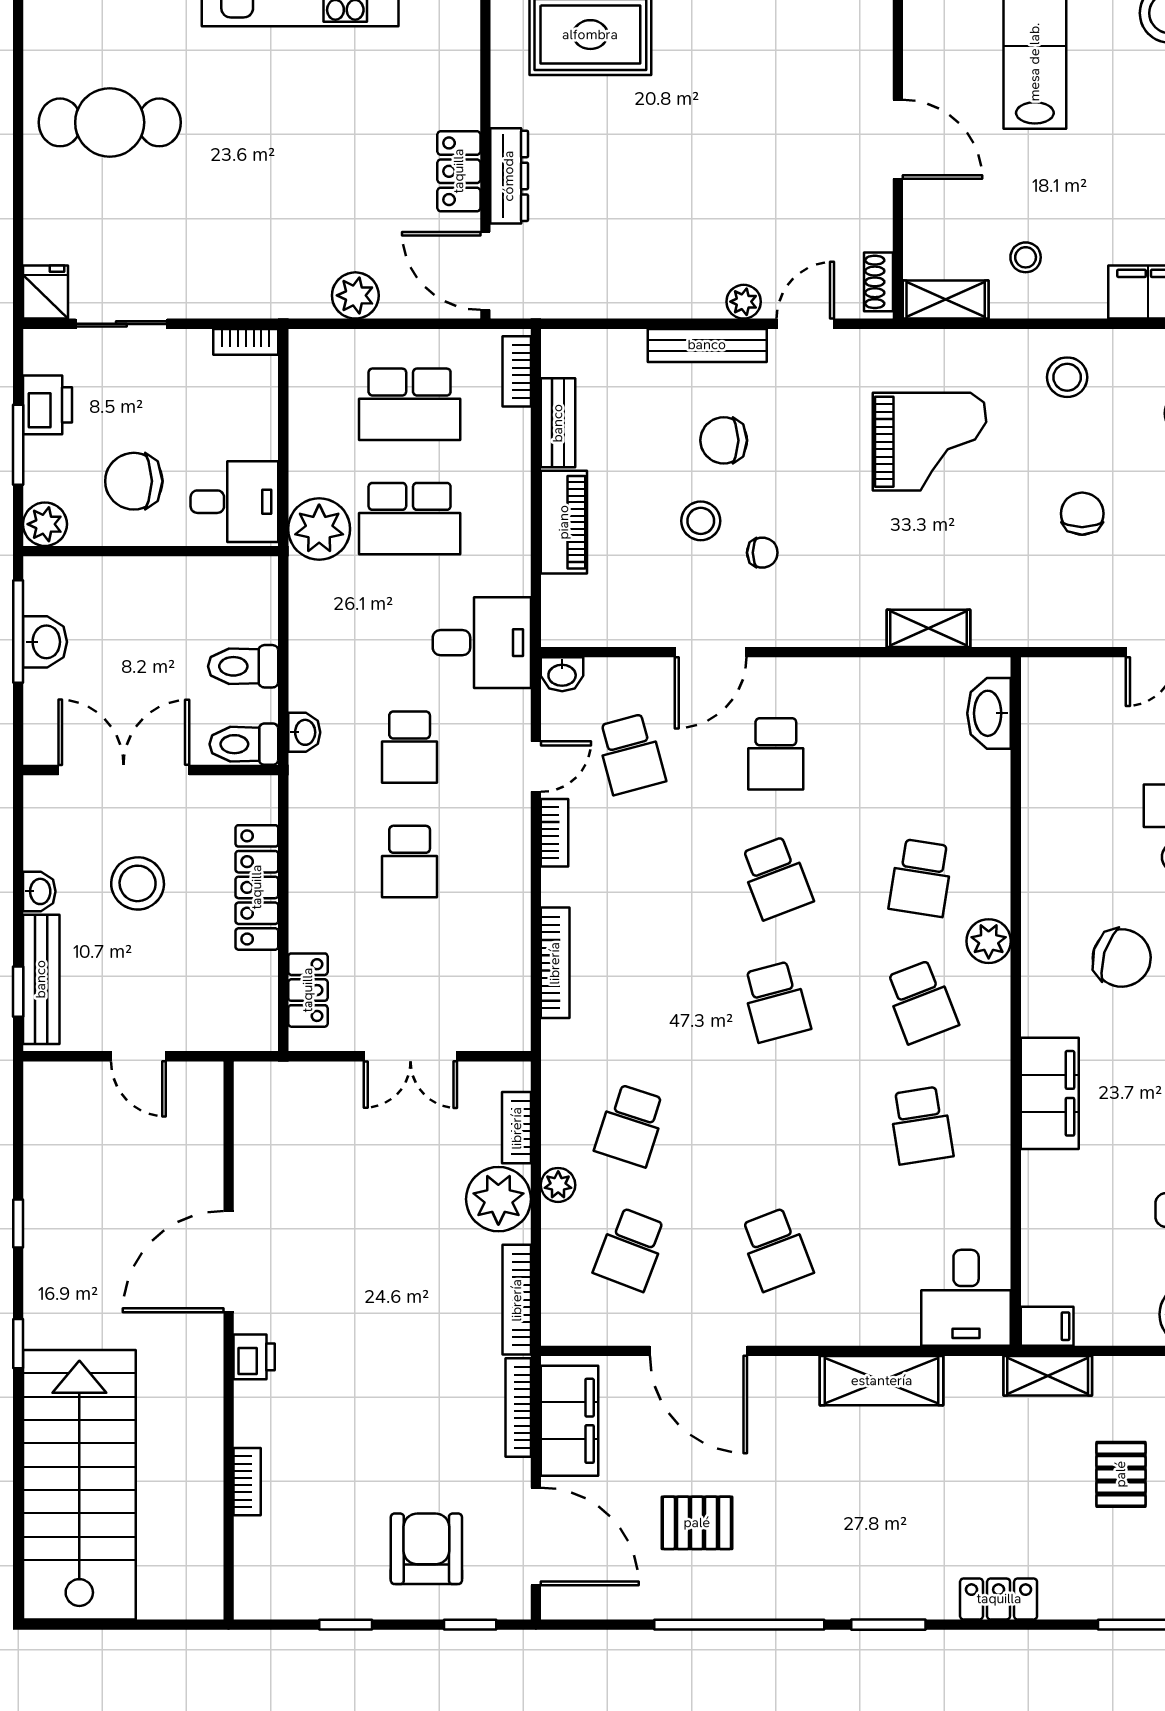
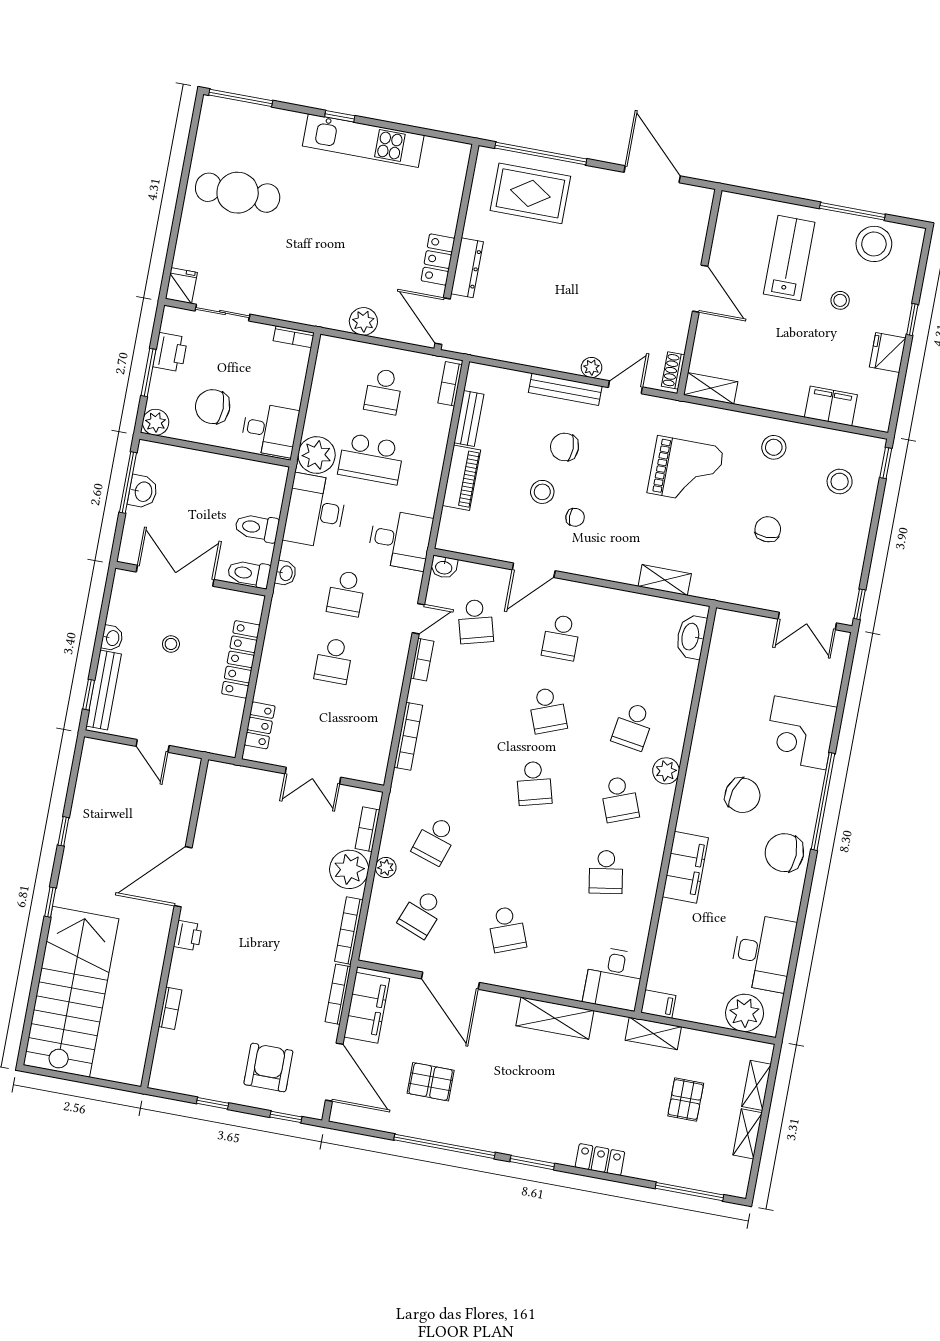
stool: (1026, 257) -> (840, 300), moved
school desk: (410, 404) -> (383, 391), width x0.54
desk: (334, 621) -> (315, 511), added
stool: (138, 883) -> (171, 644), width x0.53, depth x0.53

